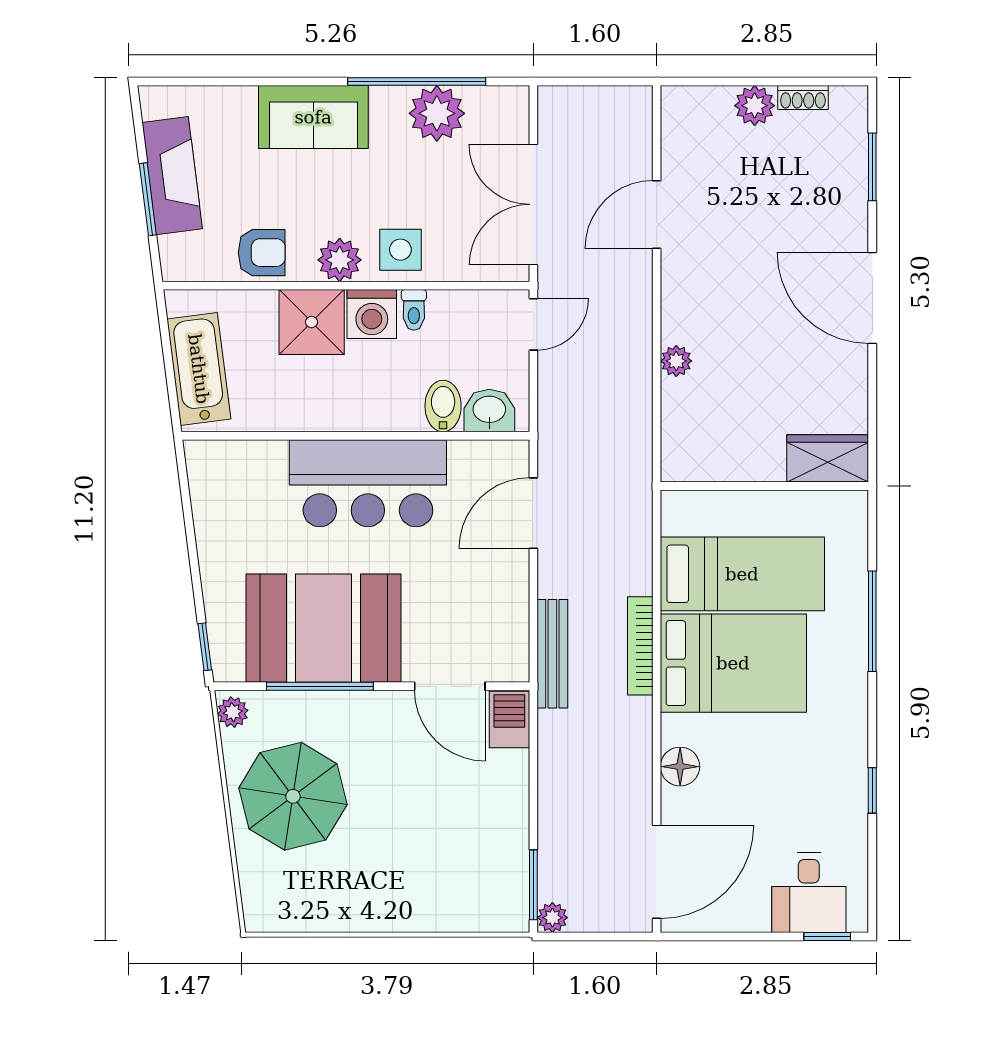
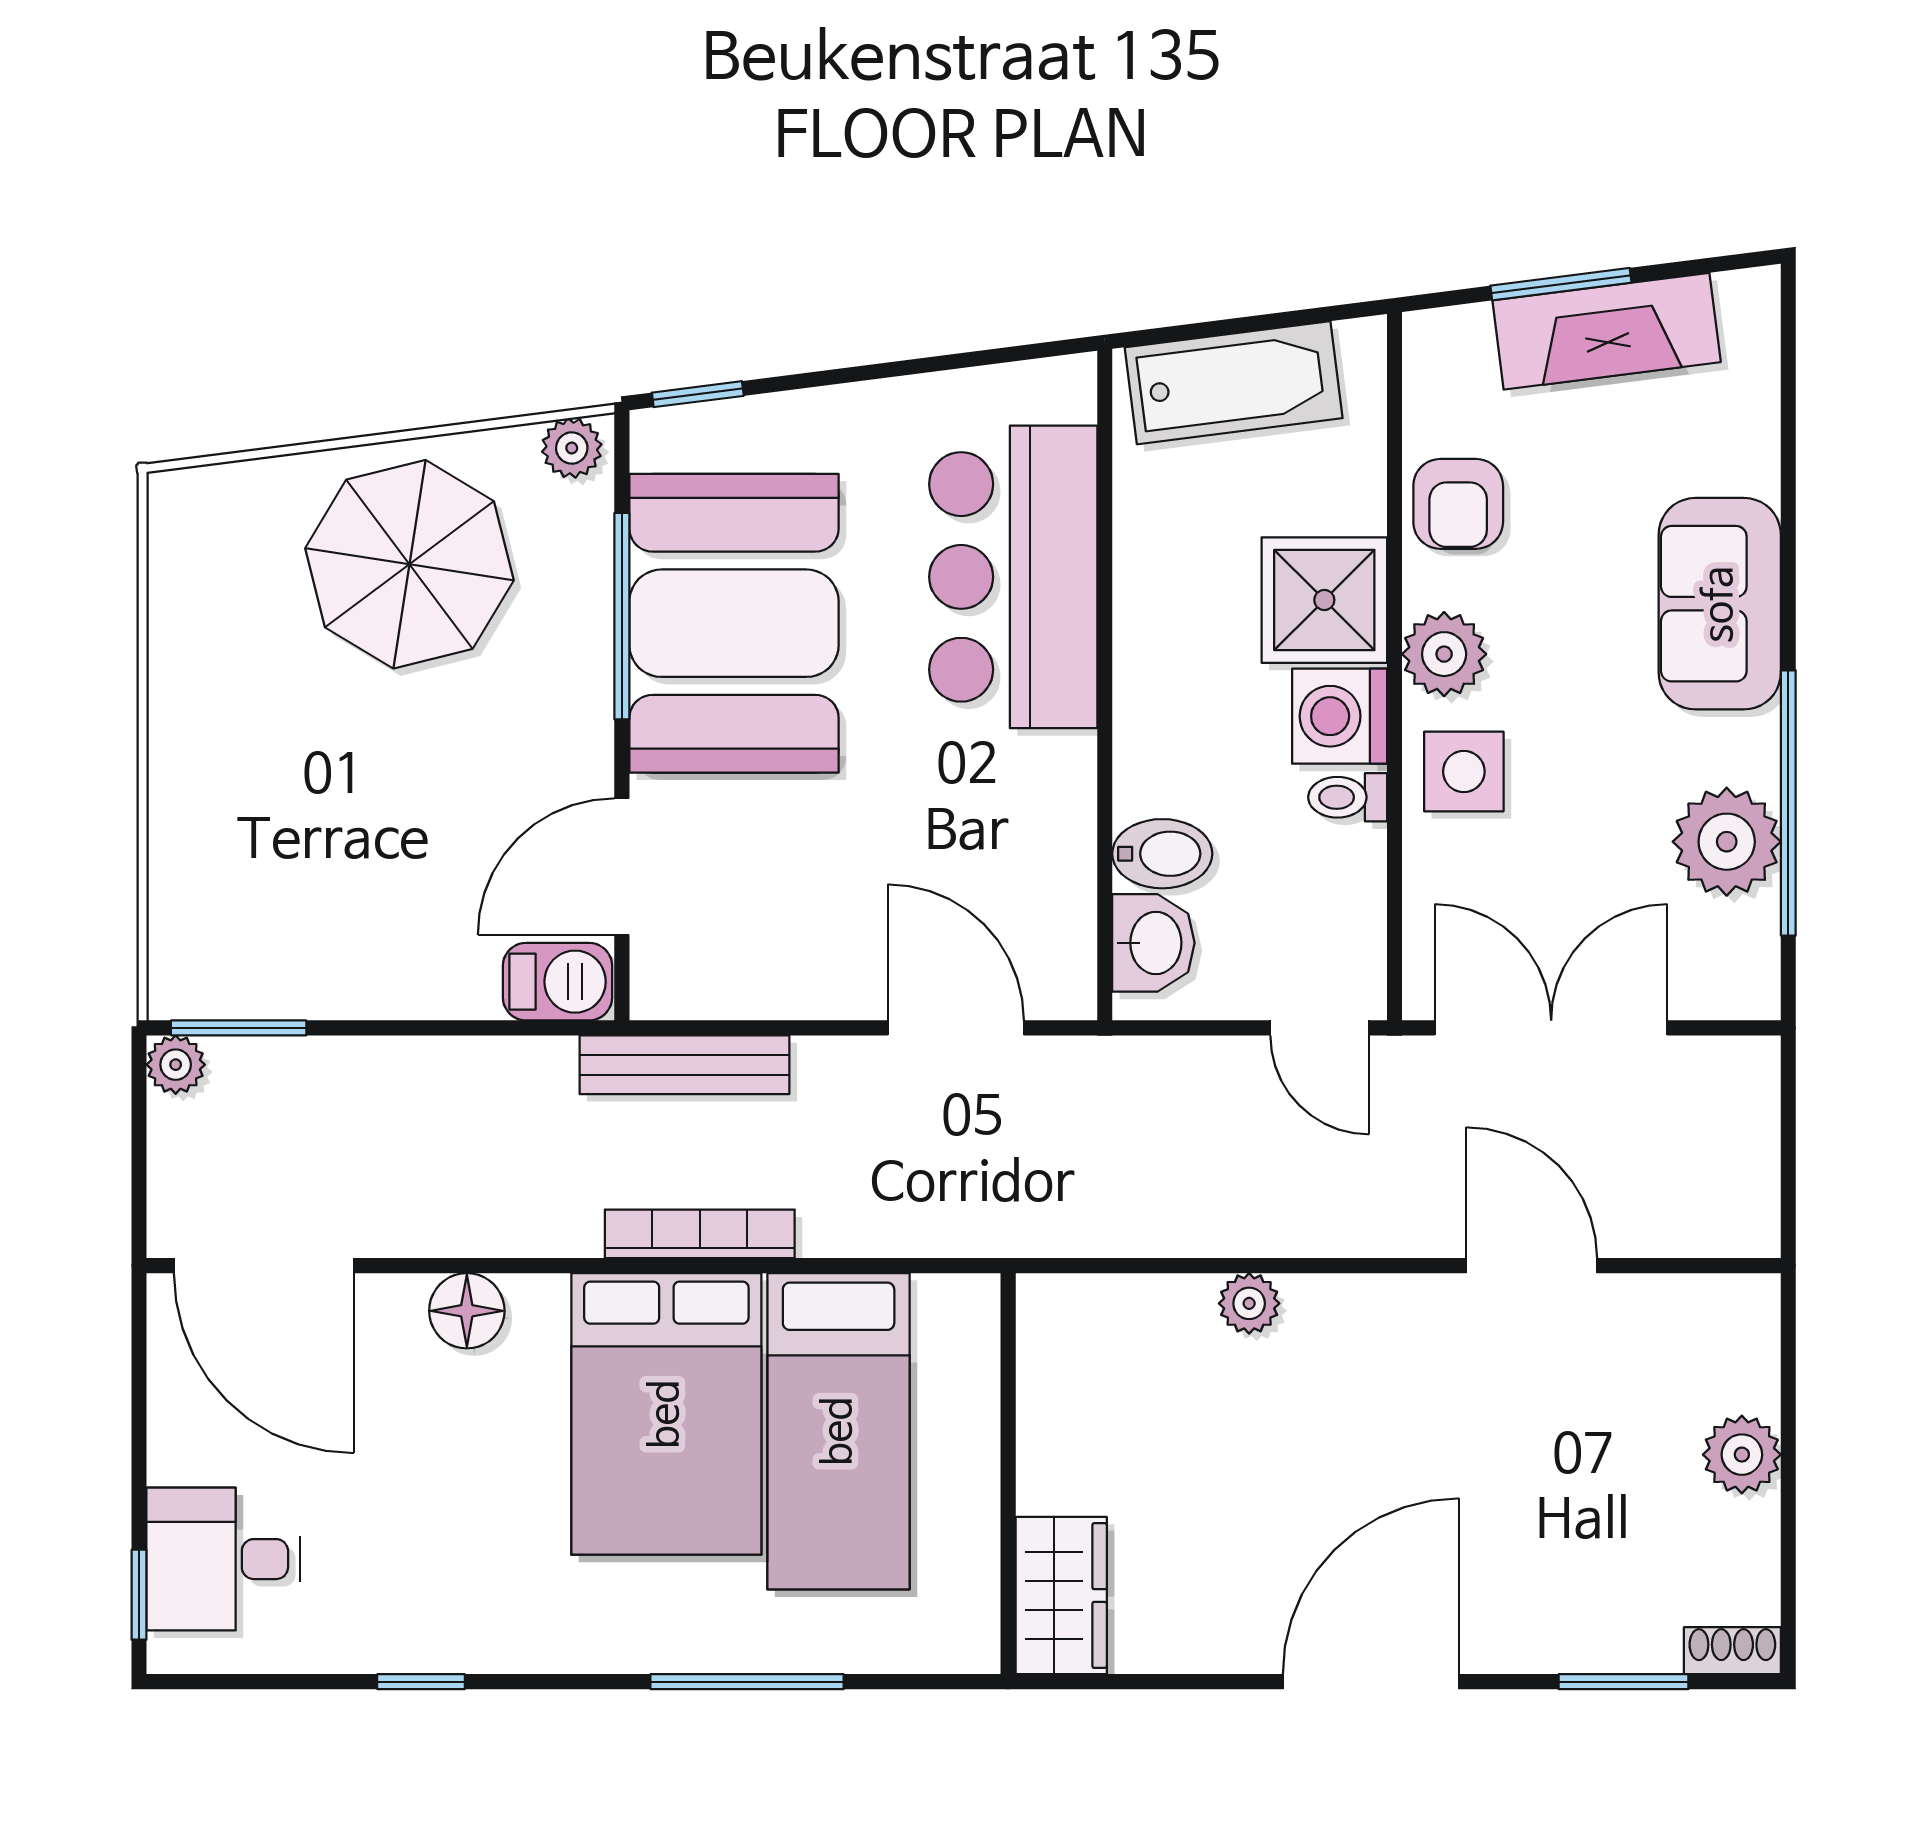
shoe rack: (803, 98) -> (1732, 1651), moved, turned 90
bar counter: (368, 483) -> (1013, 577), moved

